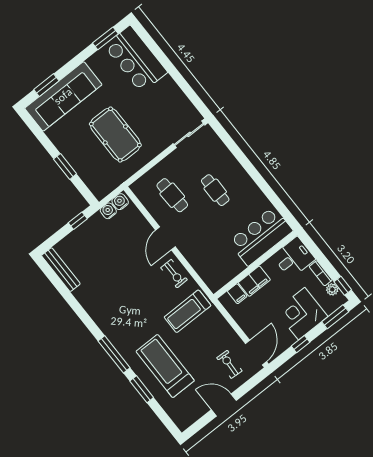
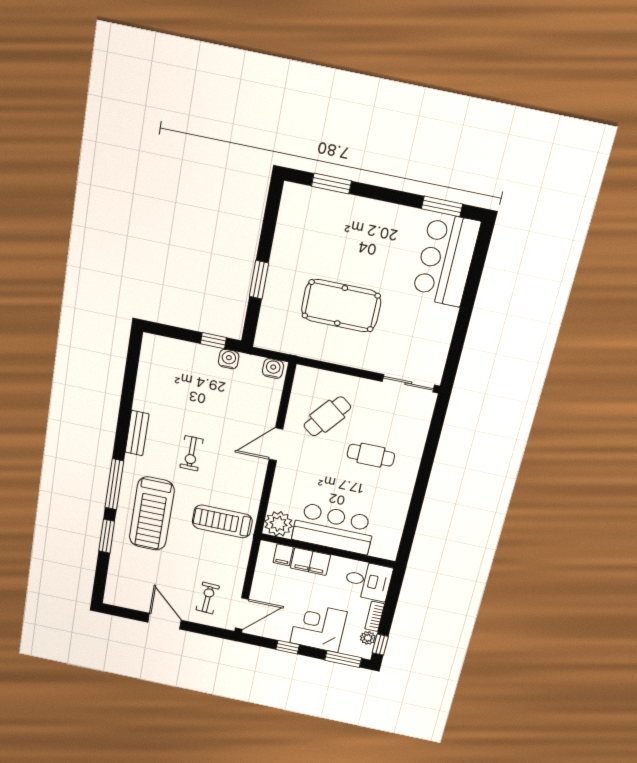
sofa: (63, 96) -> (335, 214), removed
pool table: (115, 135) -> (341, 306), turned 90
cafe table: (215, 190) -> (371, 455), turned 90
cafe table: (172, 195) -> (327, 416), turned 40
water cooler: (108, 211) -> (229, 359), moved
bar counter: (261, 236) -> (333, 529), moved
bench: (61, 270) -> (137, 433), moved, width x0.73
exercise bike: (174, 274) -> (191, 453), moved
plant: (215, 279) -> (278, 524), added
treadmill: (165, 366) -> (152, 514), moved, turned 180

